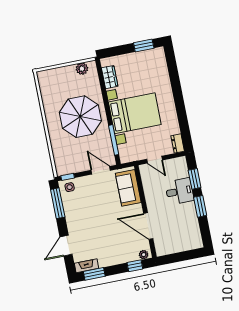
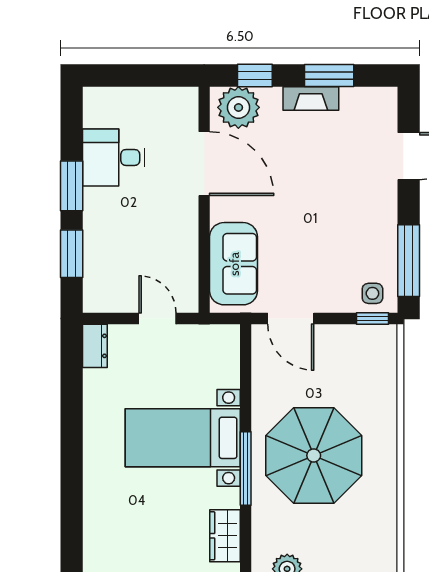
bed with nightstands: (135, 113) -> (183, 438), width x0.73
window: (114, 140) -> (246, 468), moved
desk: (179, 191) -> (114, 157), moved
plant: (144, 255) -> (238, 107), width x1.88, depth x1.88
fireplace: (87, 266) -> (311, 98), moved
window: (94, 274) -> (329, 75), moved

